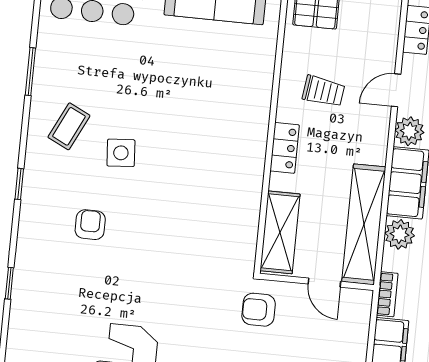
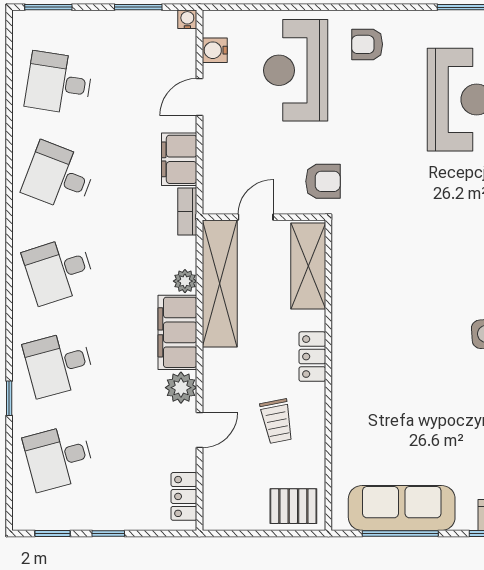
trolley: (324, 91) -> (277, 421), turned -109
plant: (400, 234) -> (185, 281), width x0.73, depth x0.73
door: (324, 283) -> (256, 217), hinge flipped

